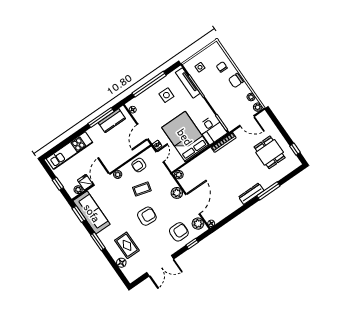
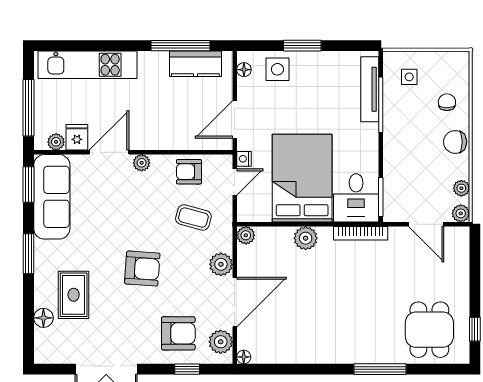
window: (149, 84) -> (302, 46), width x0.47
side table: (166, 95) -> (277, 69), moved
dining table: (270, 152) -> (429, 330), moved
plant: (203, 159) -> (306, 238), added
window: (58, 184) -> (29, 108), width x2.17
coffee table: (142, 189) -> (193, 218), moved
dresser: (251, 194) -> (347, 354), removed

